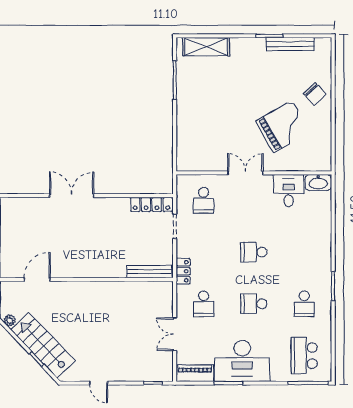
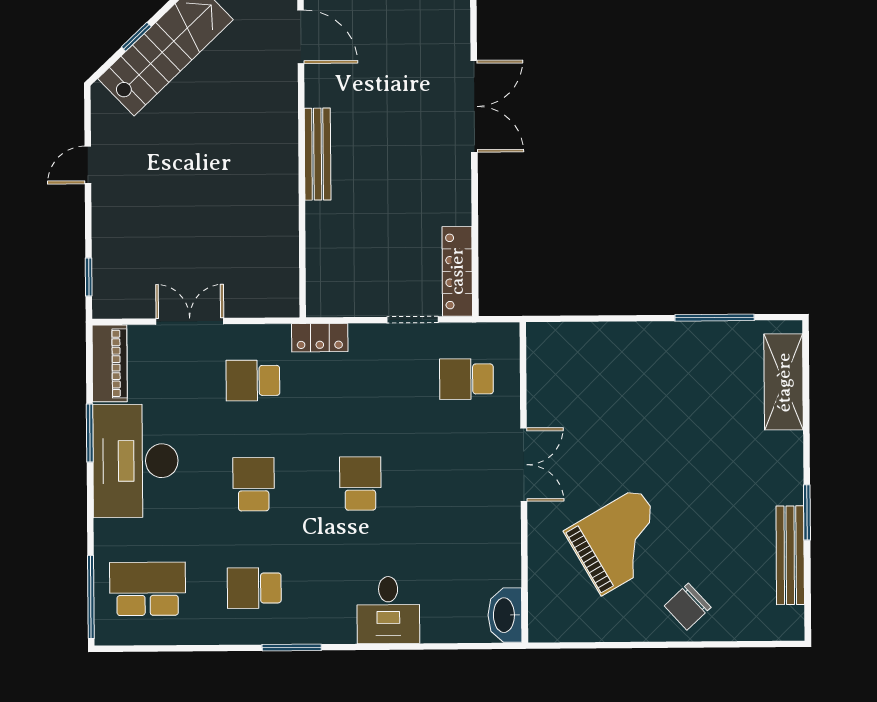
grand piano: (283, 127) -> (620, 541), turned -90
desk: (289, 191) -> (388, 610), moved, turned 90
bench: (149, 272) -> (318, 154), moved

